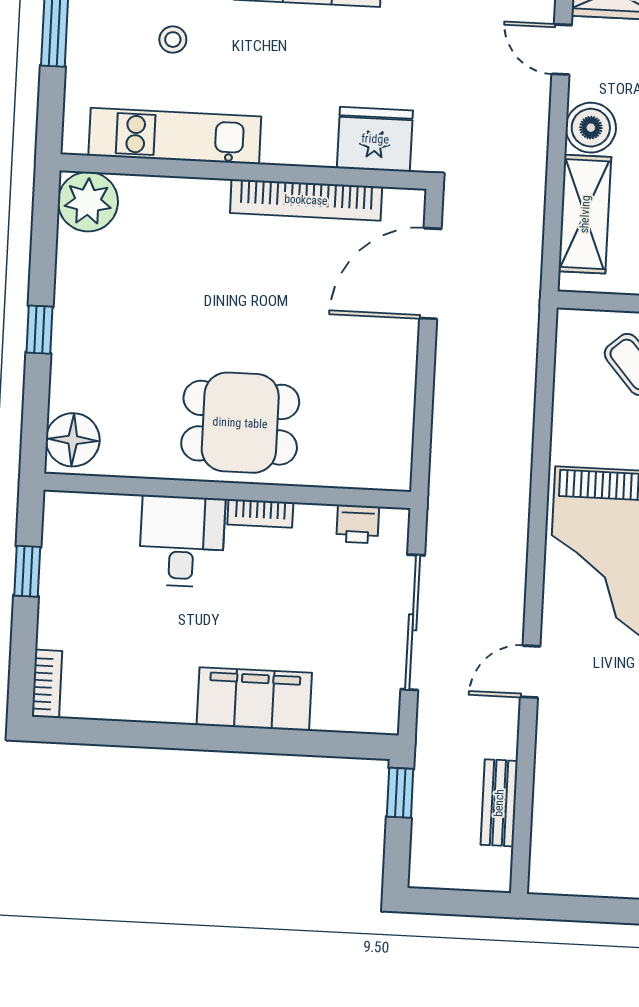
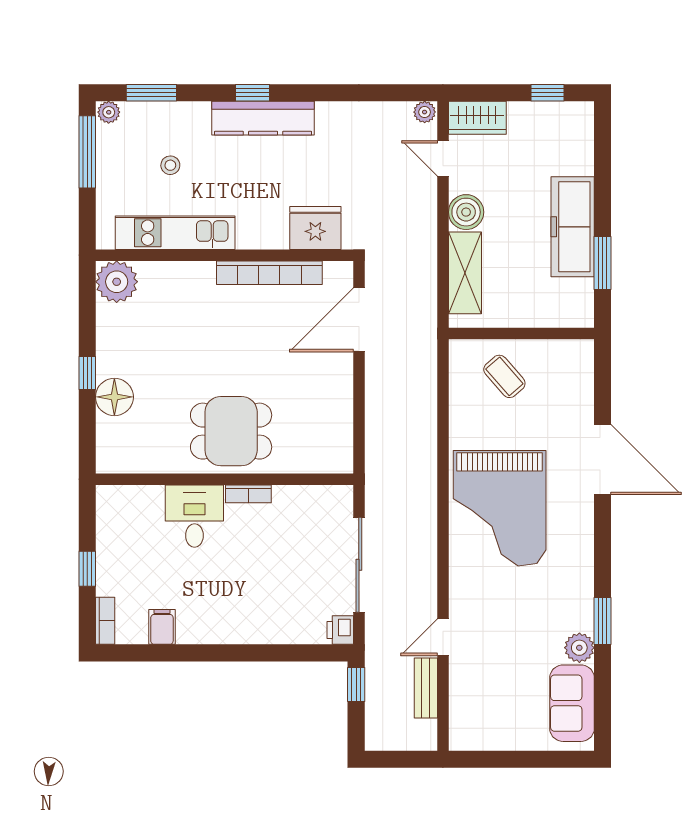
floor lamp: (73, 440) -> (114, 397), moved
printer: (358, 524) -> (340, 630), moved, turned 90
window: (27, 571) -> (87, 569), moved
door: (530, 672) -> (443, 637), moved
filing cabinet: (254, 699) -> (162, 627), moved, width x0.33, depth x0.86

